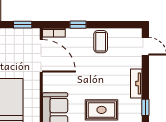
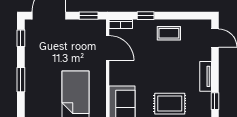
coffee table: (101, 42) -> (169, 33), turned 90
door: (41, 56) -> (108, 48), width x0.73

